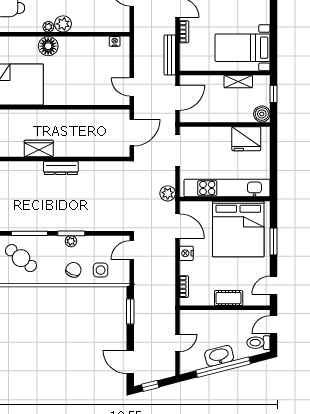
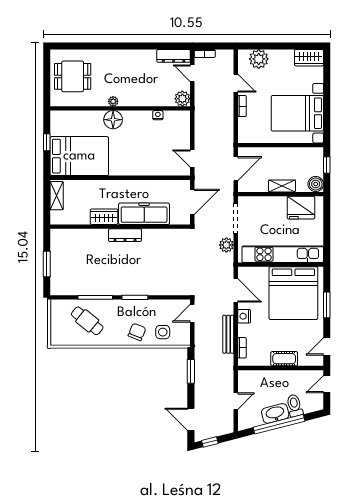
plant: (63, 24) -> (182, 99), moved
nightstand: (115, 41) -> (158, 115), moved
bed with nightstands: (242, 48) -> (297, 113), width x1.36
bench: (170, 55) -> (228, 334), moved
shelving: (238, 81) -> (282, 186), moved
freezer: (81, 145) -> (144, 214), added
plant: (168, 193) -> (226, 245), moved
plant: (71, 241) -> (135, 305), removed
toilet: (258, 343) -> (295, 406), moved, turned 76

